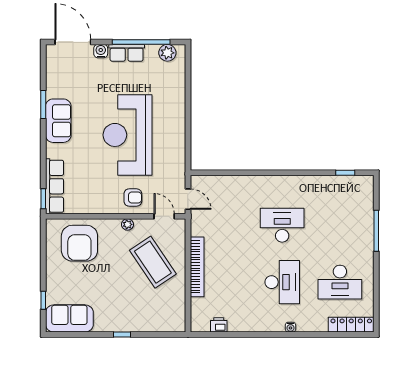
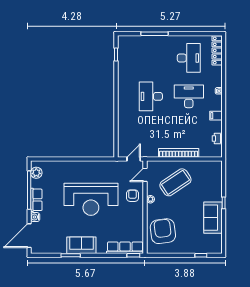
armchair: (79, 243) -> (163, 231), turned -97
sofa: (69, 318) -> (213, 218), moved
filing cabinet: (253, 323) -> (216, 116), added

